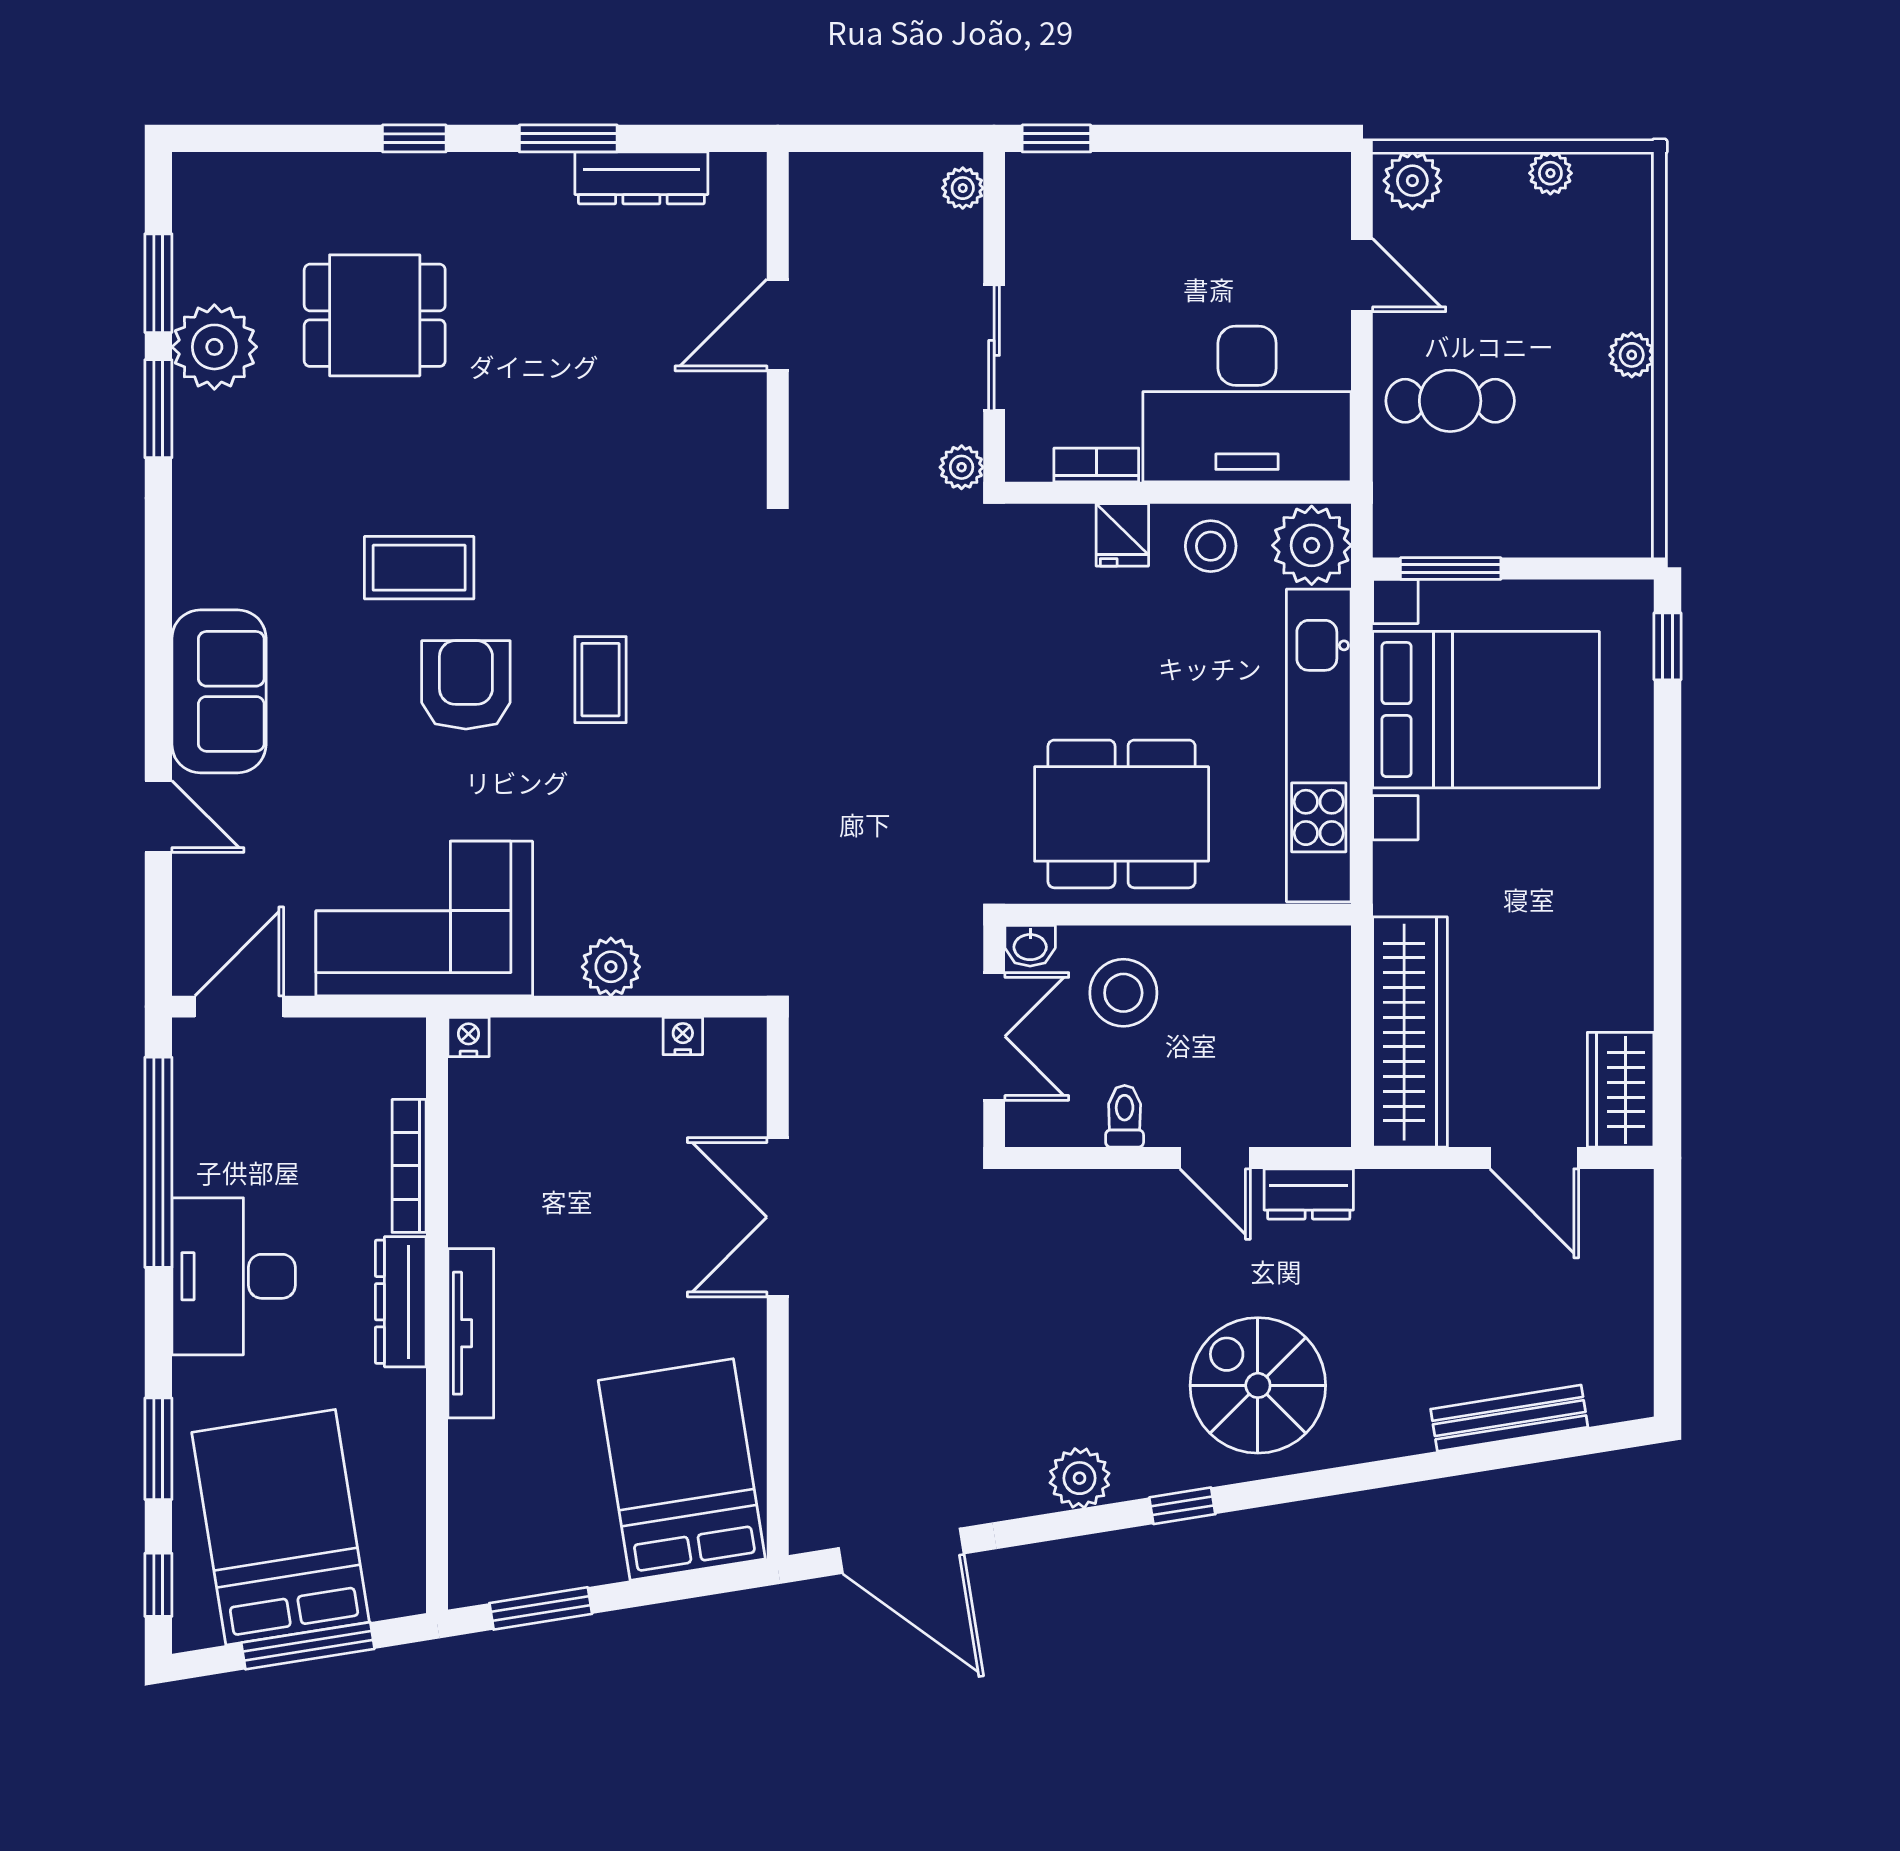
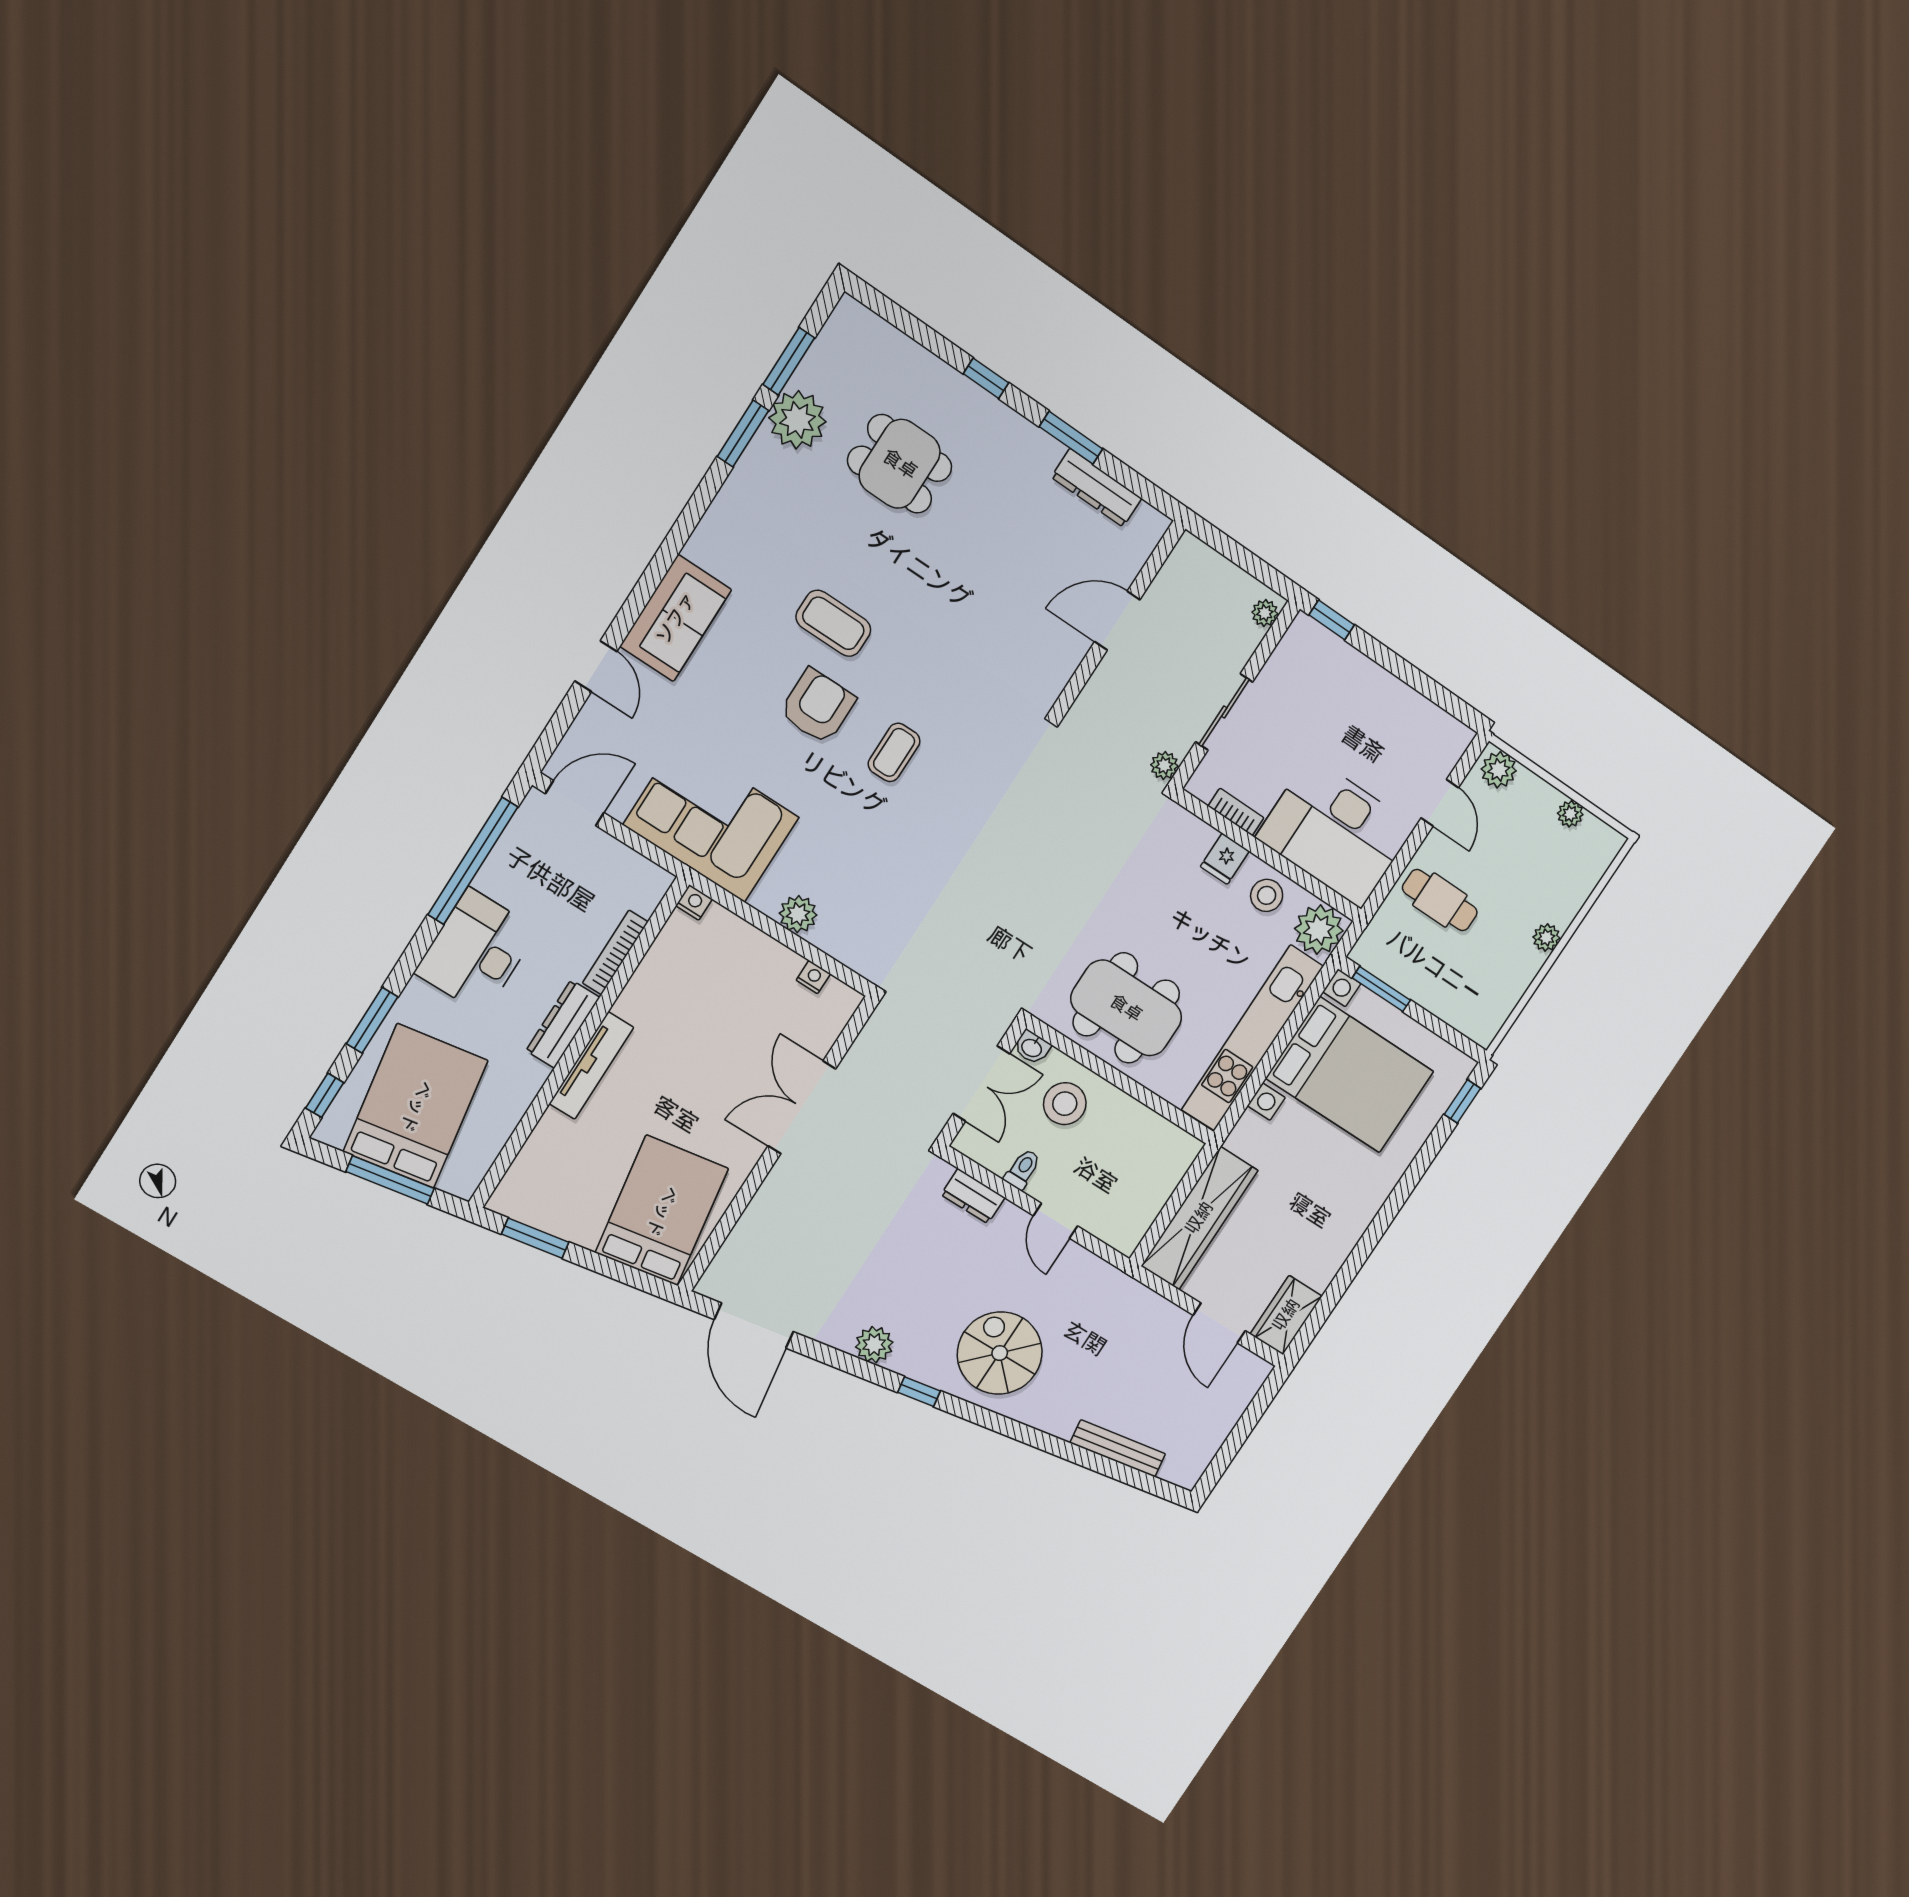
dresser: (1309, 1194) -> (973, 1196), moved

